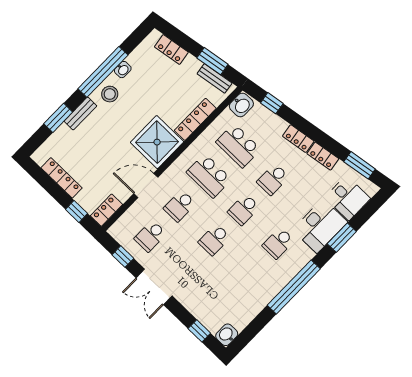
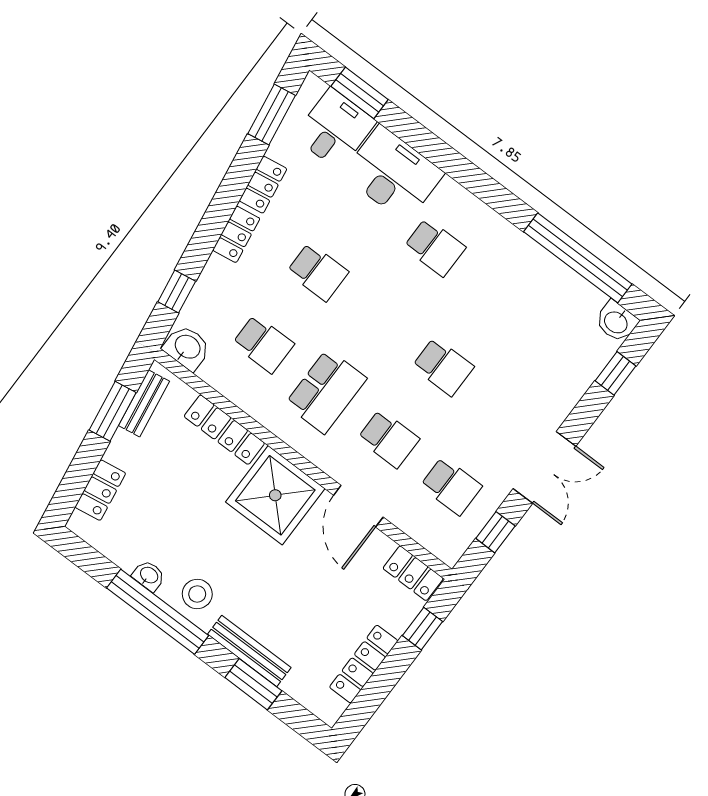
bench: (80, 113) -> (249, 651), width x1.36
school desk: (238, 146) -> (263, 344), width x0.54
school desk: (244, 209) -> (380, 319), removed
window: (342, 238) -> (360, 93), moved
window: (294, 287) -> (578, 258), moved

